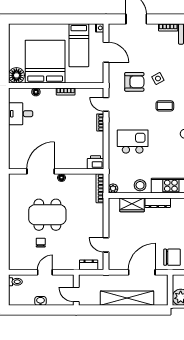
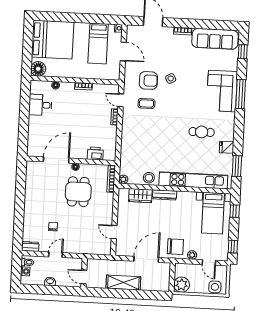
bed: (45, 62) -> (53, 40), moved, turned 90
coffee table: (165, 106) -> (146, 104), moved
kitchen island: (133, 142) -> (144, 136), removed
printer: (96, 162) -> (95, 153), moved
dining table: (47, 215) -> (78, 192), moved, width x0.73
dresser: (89, 265) -> (30, 247), moved
washing machine: (13, 292) -> (25, 271), added
shelving: (127, 298) -> (123, 283), width x0.68

